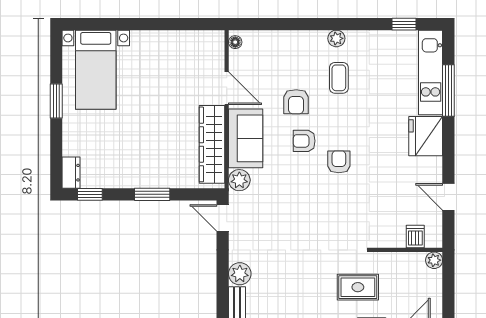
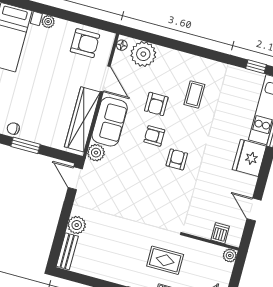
plant: (139, 38) -> (48, 22), added
plant: (336, 38) -> (143, 54), moved, width x1.88, depth x1.88
armchair: (190, 52) -> (85, 43), added
chair: (132, 178) -> (13, 129), added

